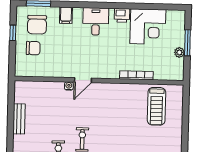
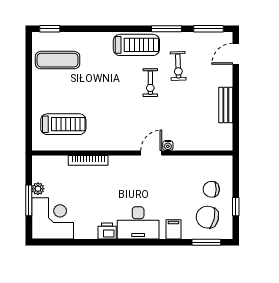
desk: (96, 21) -> (138, 223), width x1.37
chair: (37, 25) -> (207, 217), turned -77
corner desk: (148, 27) -> (53, 218), moved, turned 90
treadmill: (156, 106) -> (63, 124), turned 90

